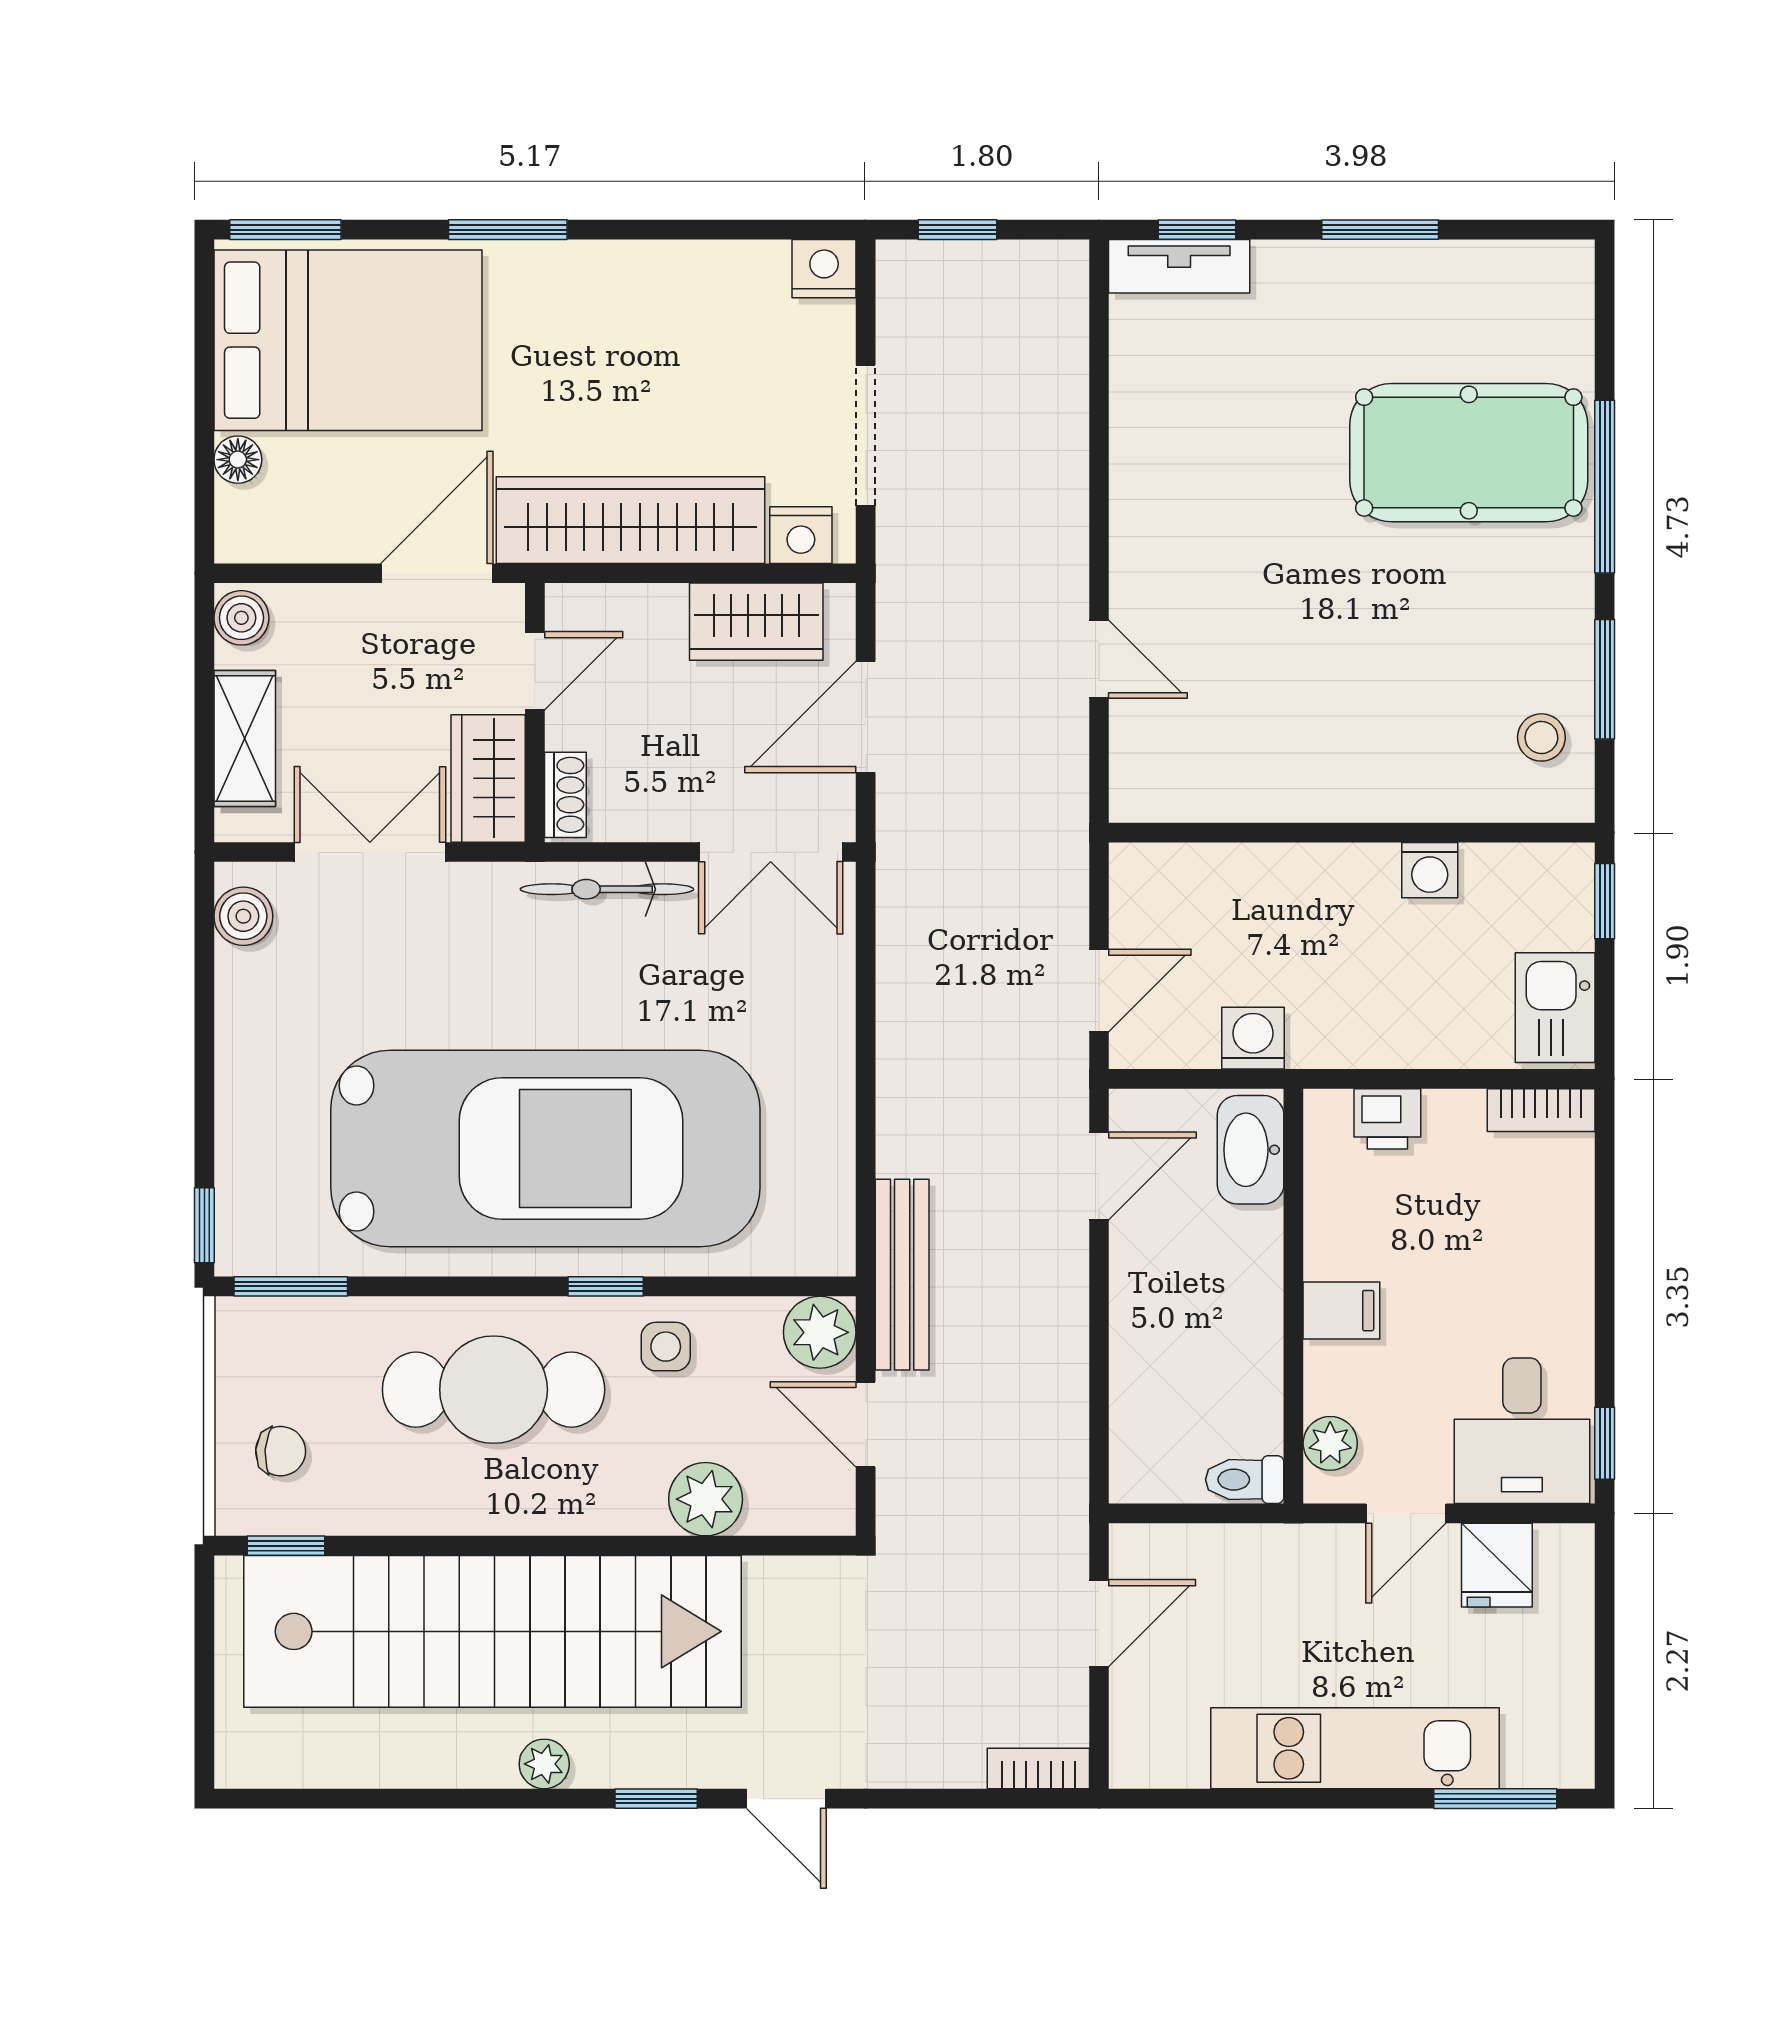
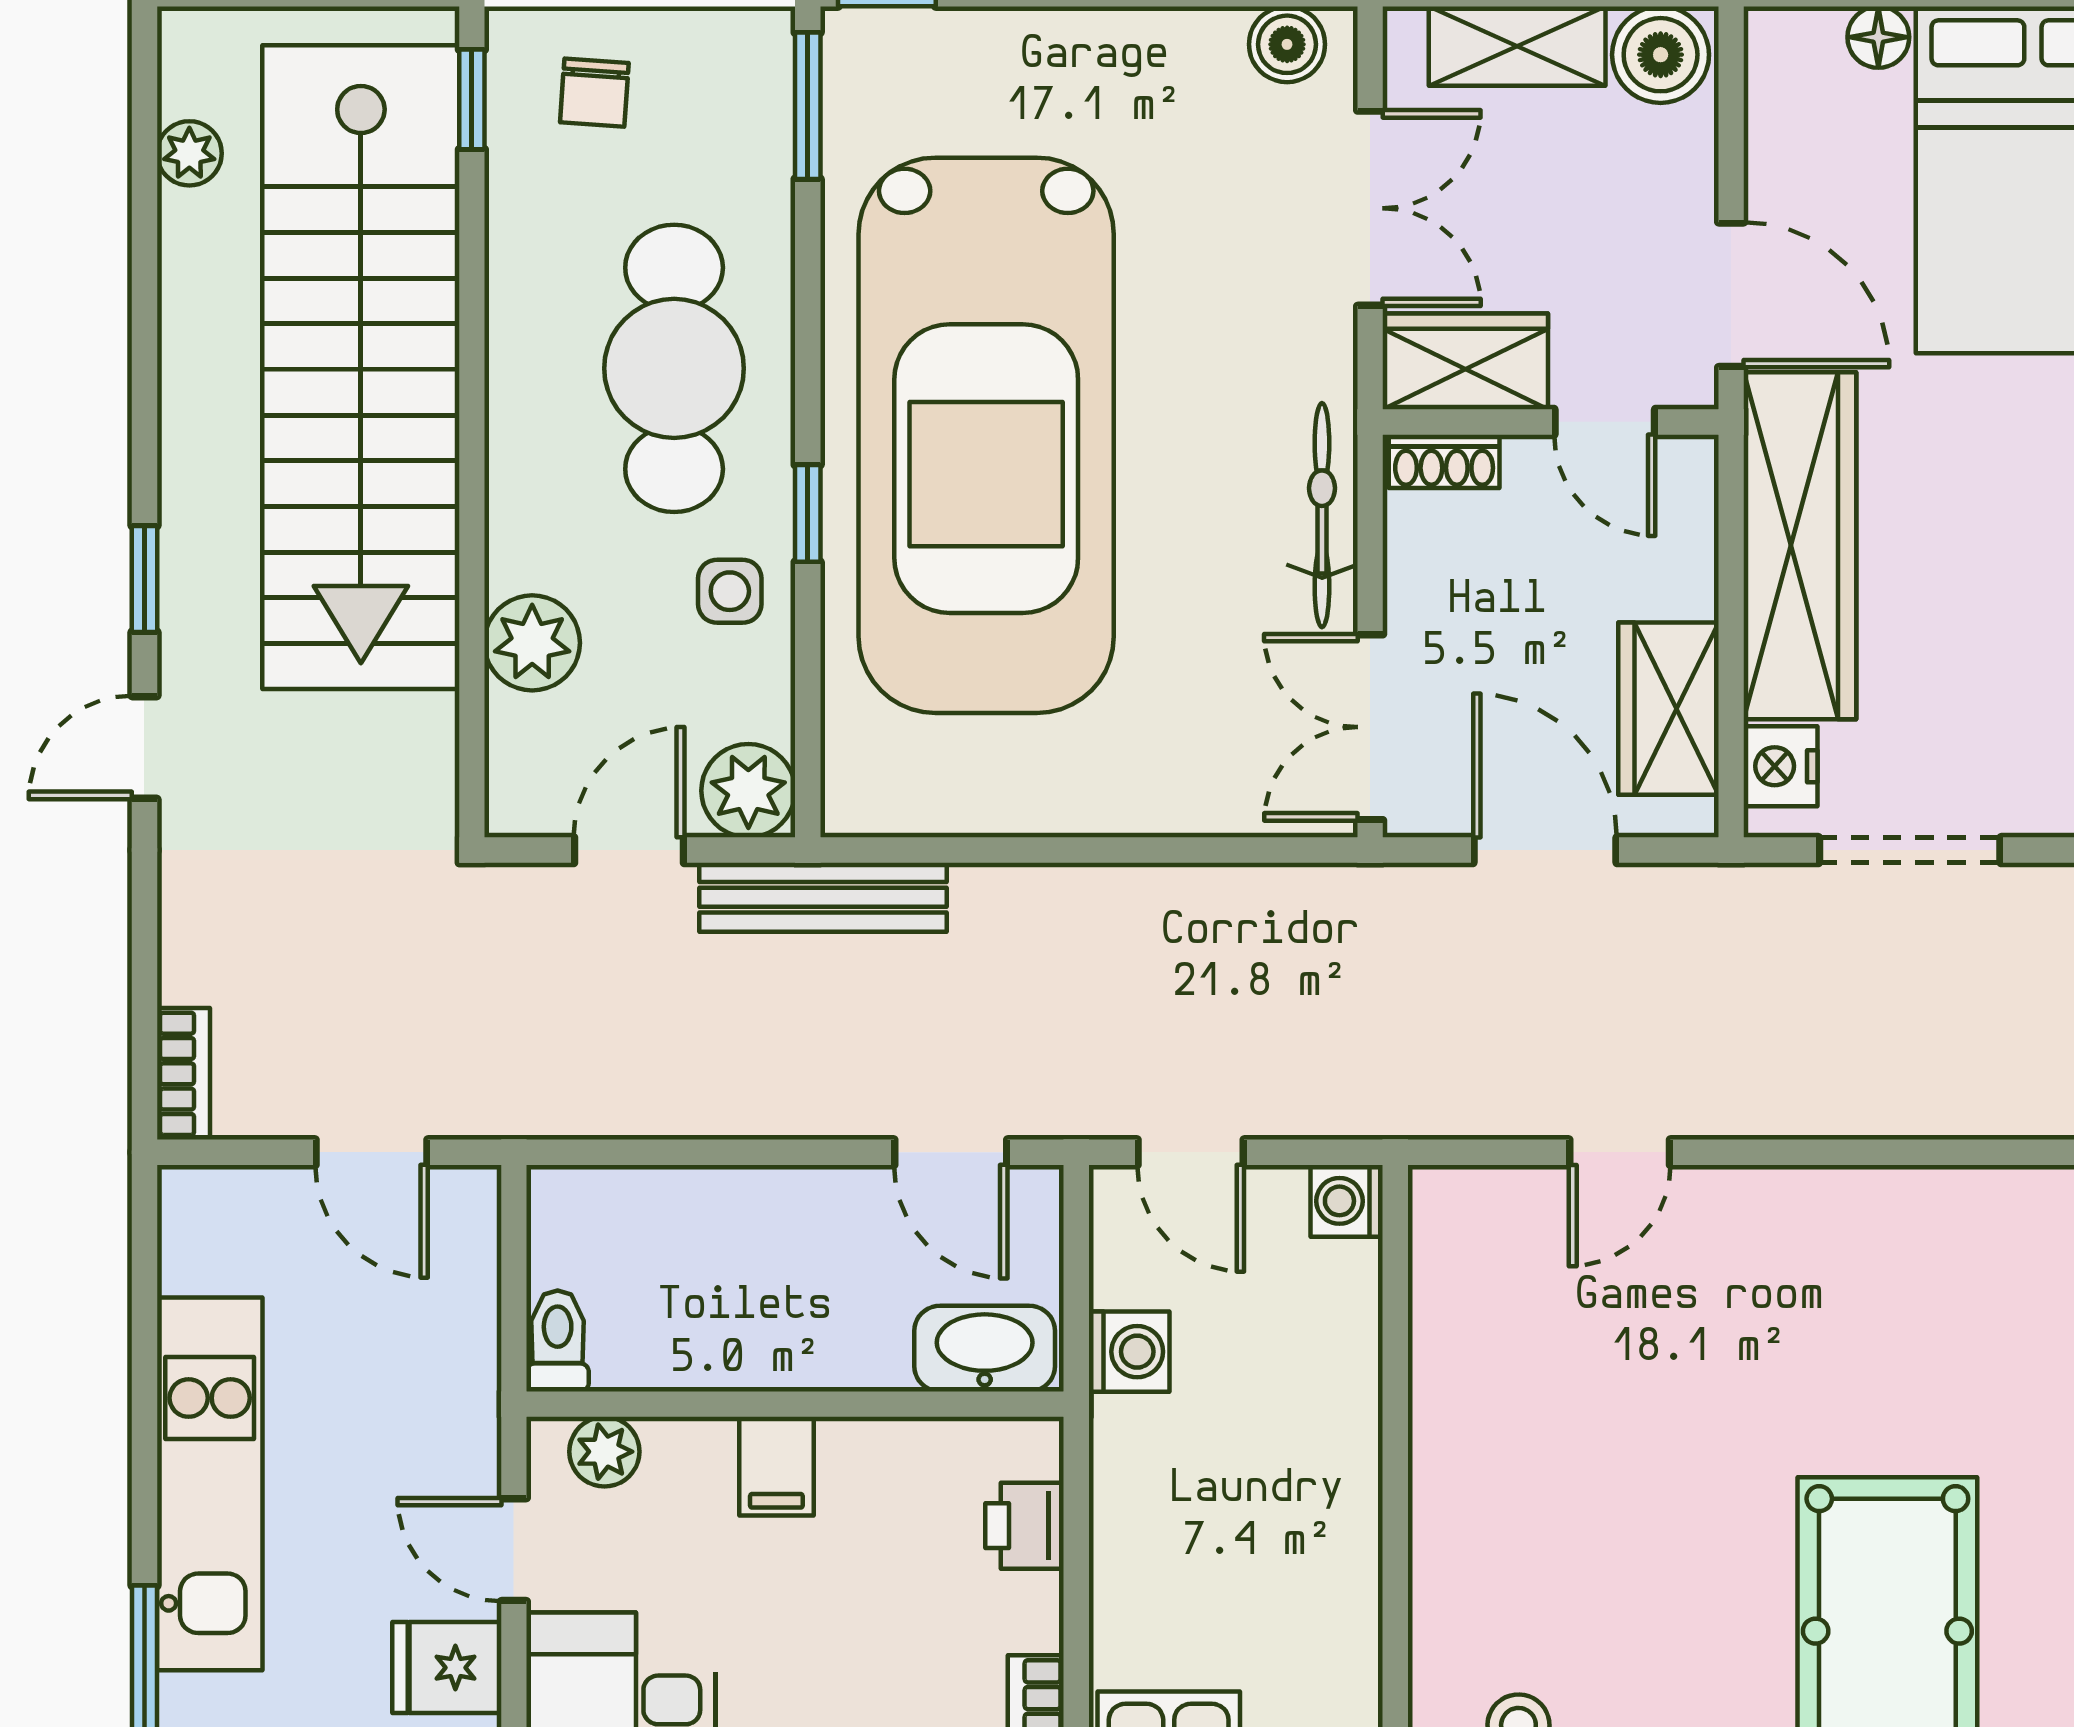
boiler: (241, 618) -> (1661, 55), width x1.36, depth x1.36
washing machine: (1430, 870) -> (1347, 1201), moved
plant: (544, 1764) -> (189, 153), moved

